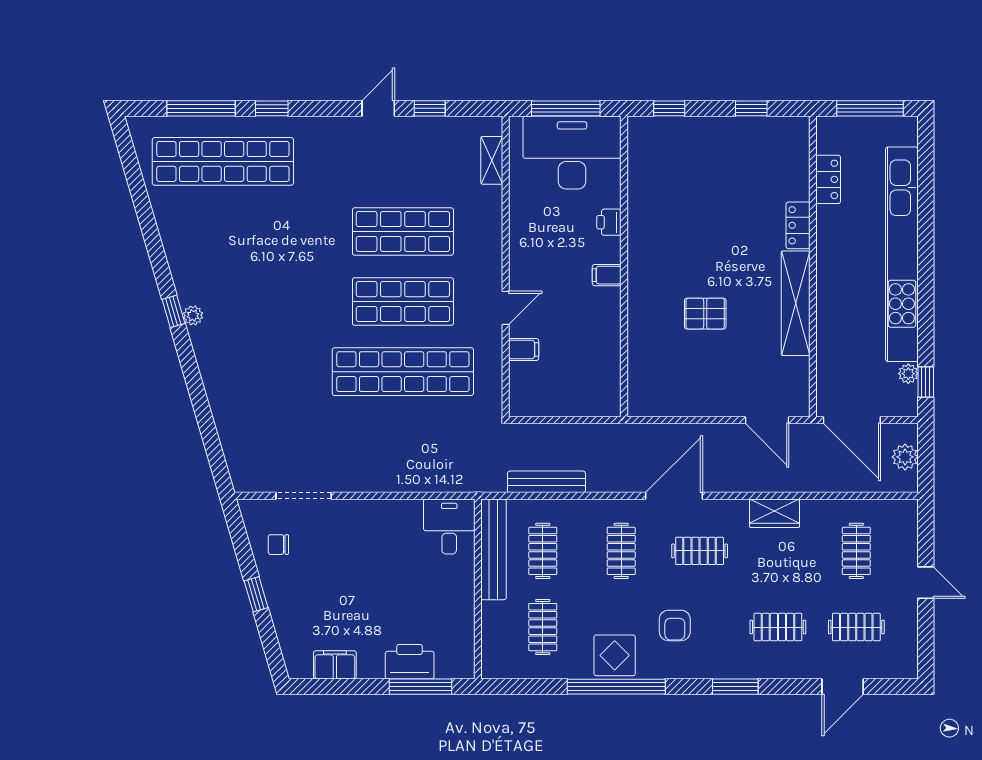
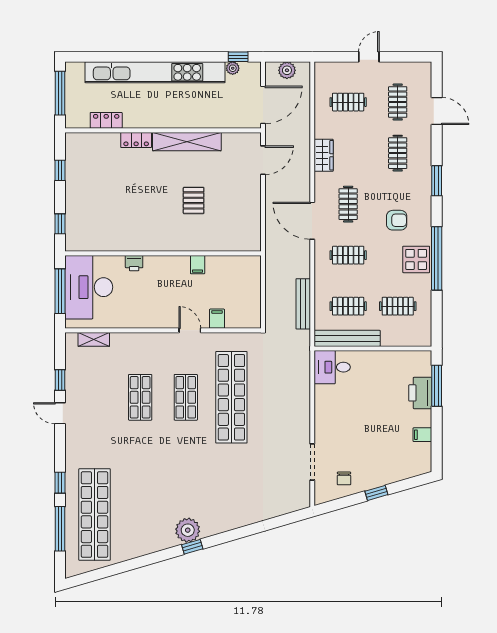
shop shelf: (403, 231) -> (140, 397), width x0.70, depth x0.74
filing cabinet: (607, 275) -> (198, 265), moved
shop shelf: (403, 302) -> (186, 397), width x0.70, depth x0.74
plant: (193, 315) -> (188, 530), width x1.88, depth x1.88
filing cabinet: (335, 665) -> (422, 435), width x0.50

